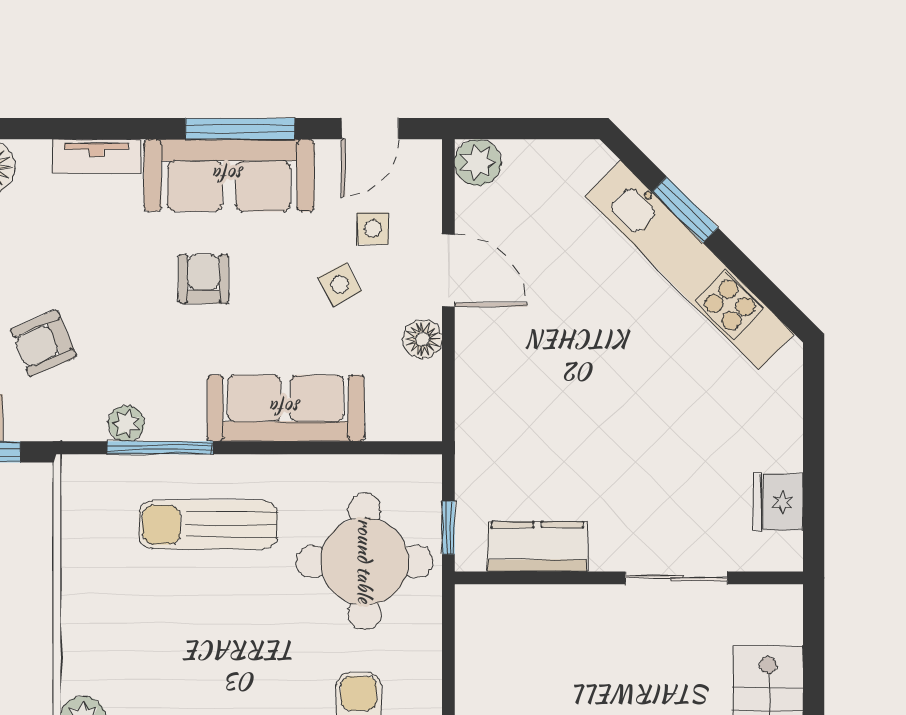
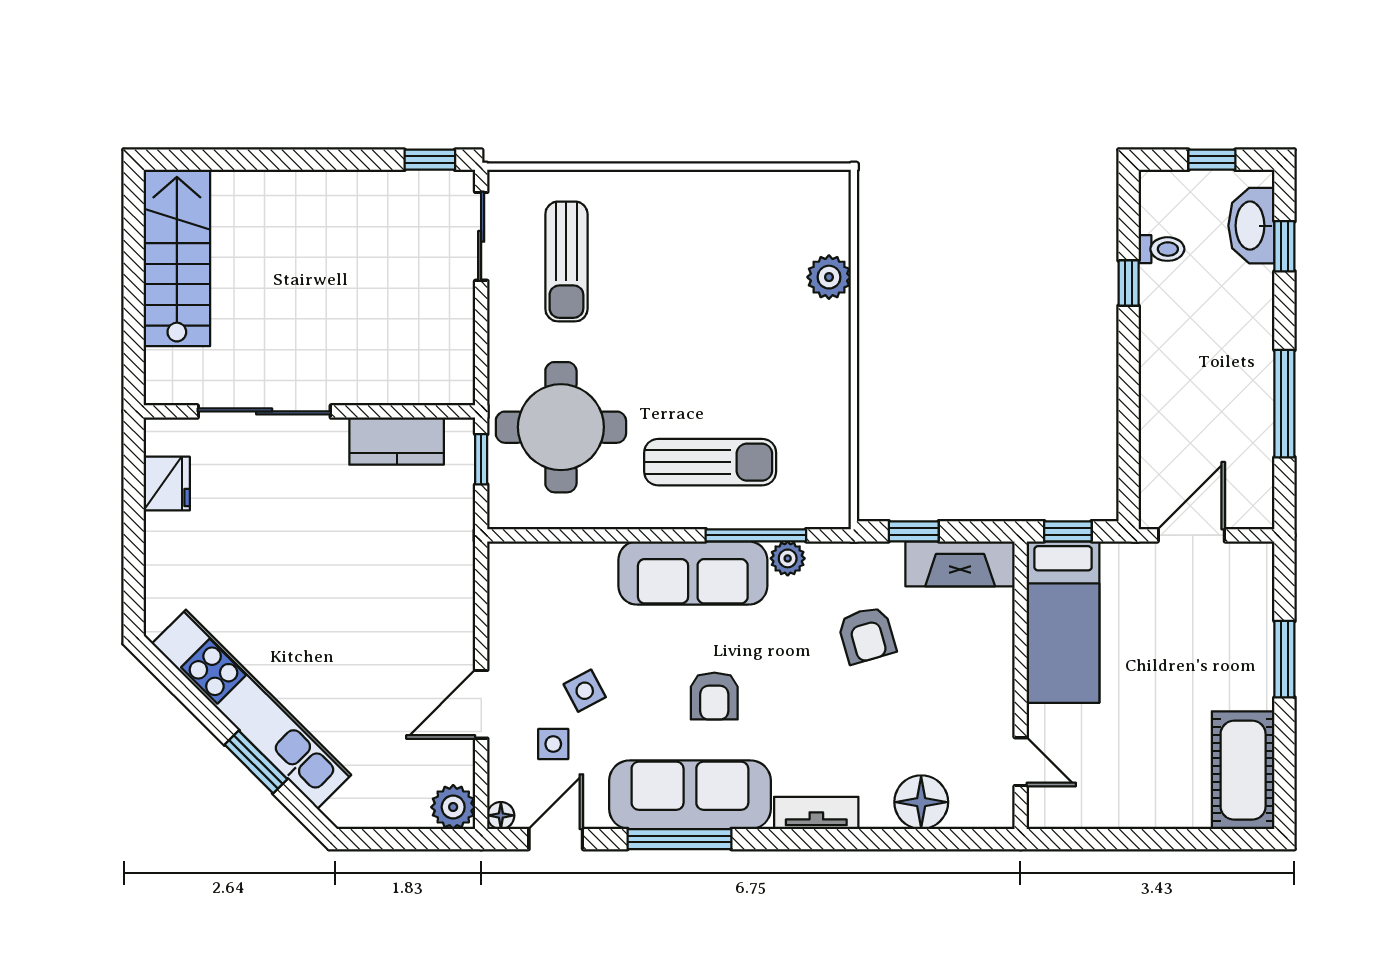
door: (448, 270) -> (481, 704), hinge flipped
floor lamp: (422, 339) -> (501, 815), moved, width x0.73, depth x0.73
armchair: (43, 343) -> (867, 635), turned 97
sofa: (286, 408) -> (693, 573), moved
sliding door: (676, 578) -> (264, 411), width x1.37

